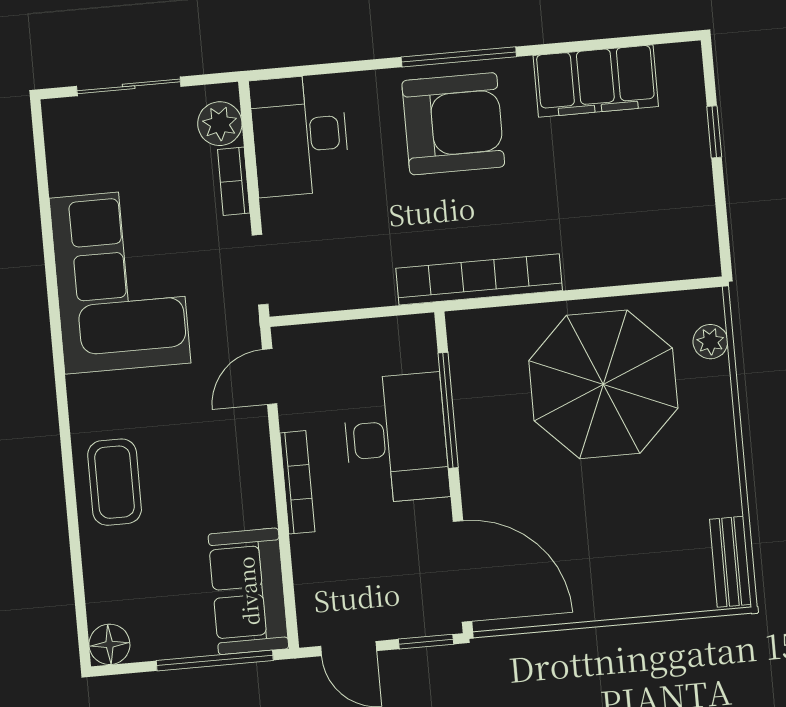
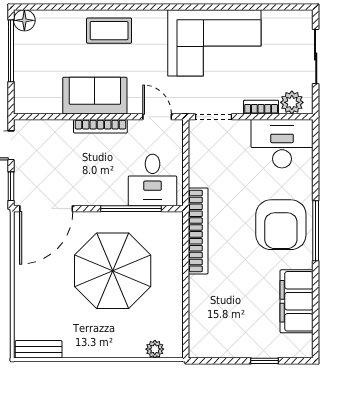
parasol: (603, 384) -> (113, 271), moved
desk: (396, 438) -> (152, 180), moved, width x0.73
sofa: (248, 591) -> (95, 96), moved
window: (215, 661) -> (11, 51), moved

